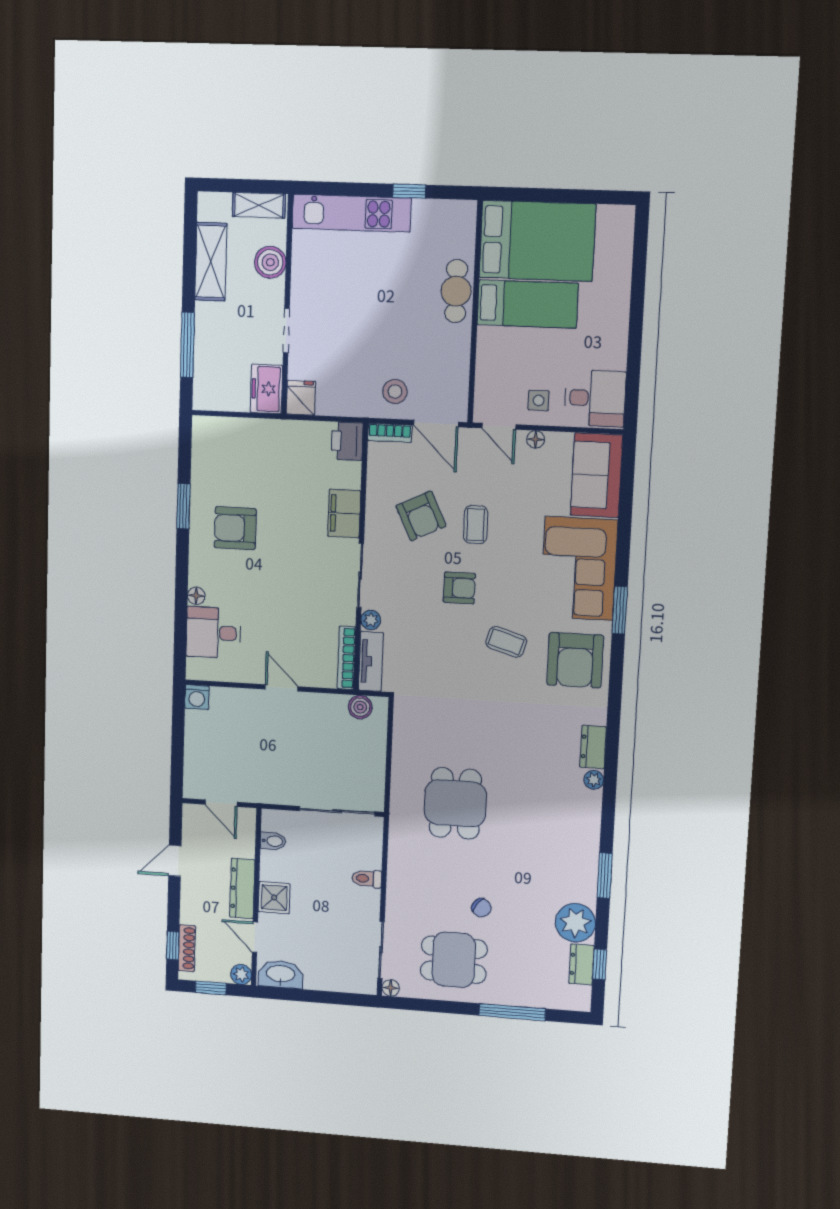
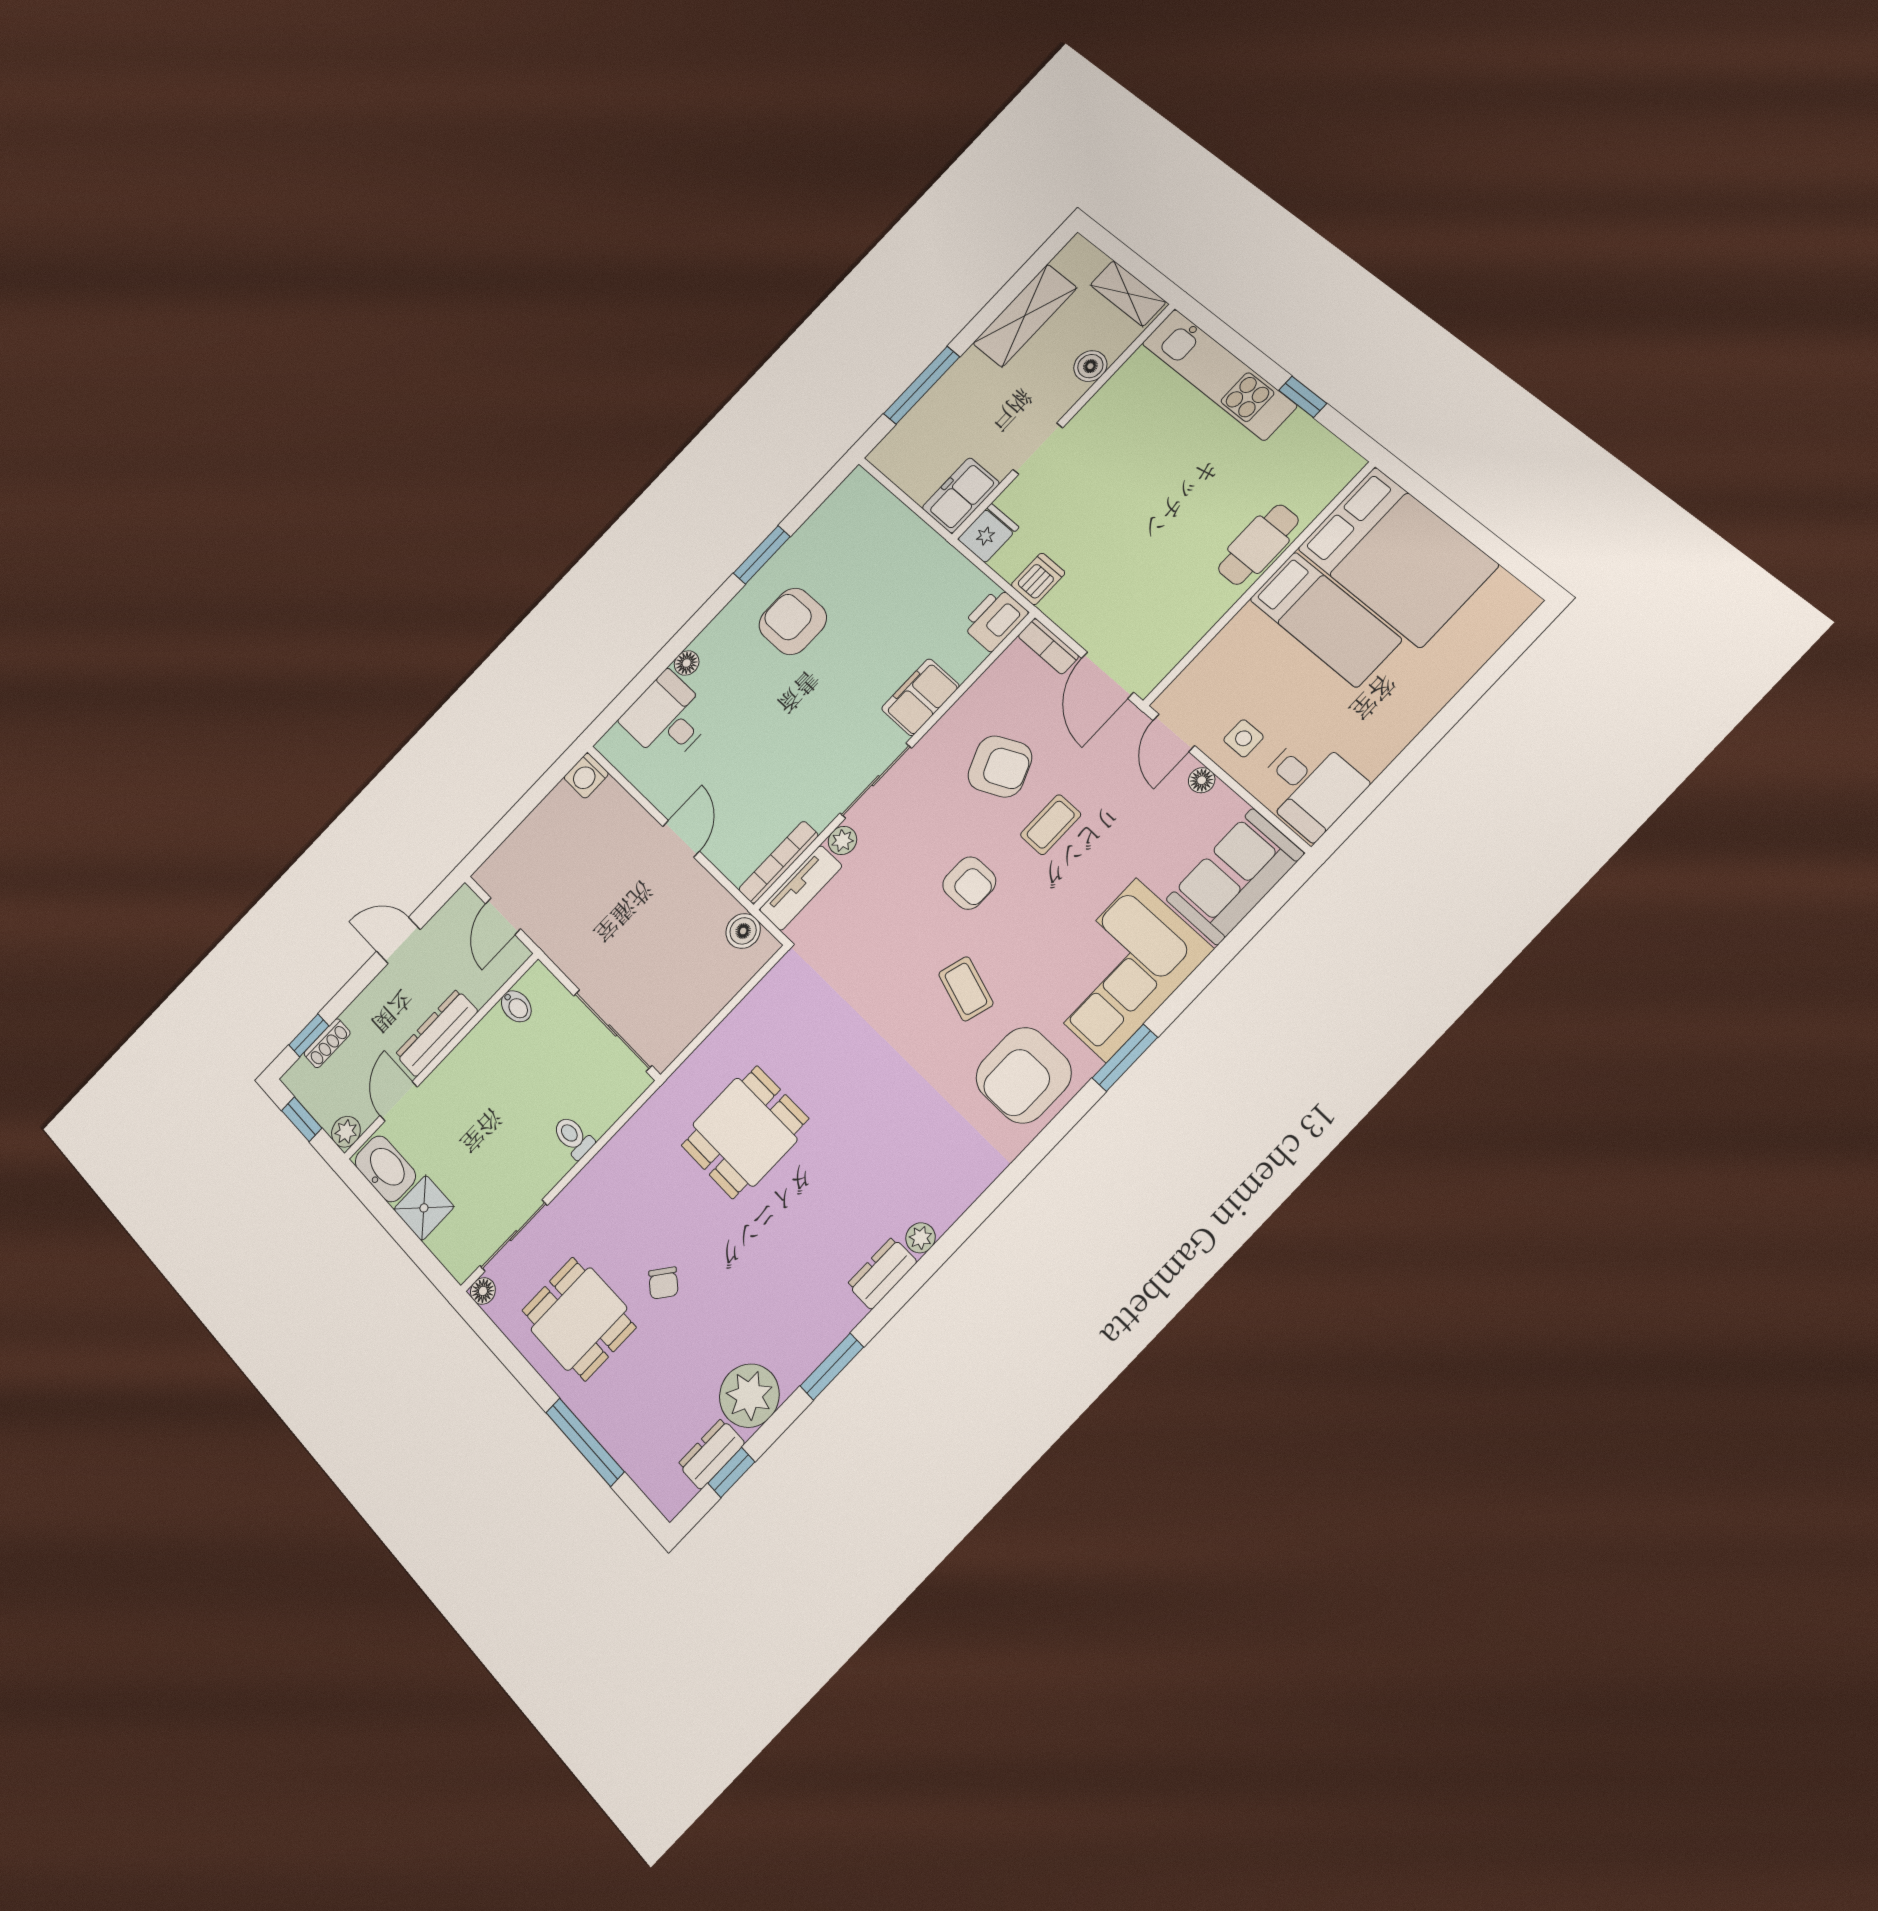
boiler: (270, 262) -> (1090, 366), width x0.73, depth x0.73
stool: (395, 391) -> (1094, 605), removed
dishwasher: (351, 401) -> (1038, 579), added
armchair: (421, 516) -> (1000, 766), turned -88
dresser: (593, 747) -> (882, 1273), moved
shower: (274, 898) -> (424, 1208), moved
shoe rack: (187, 948) -> (327, 1043), width x0.70

